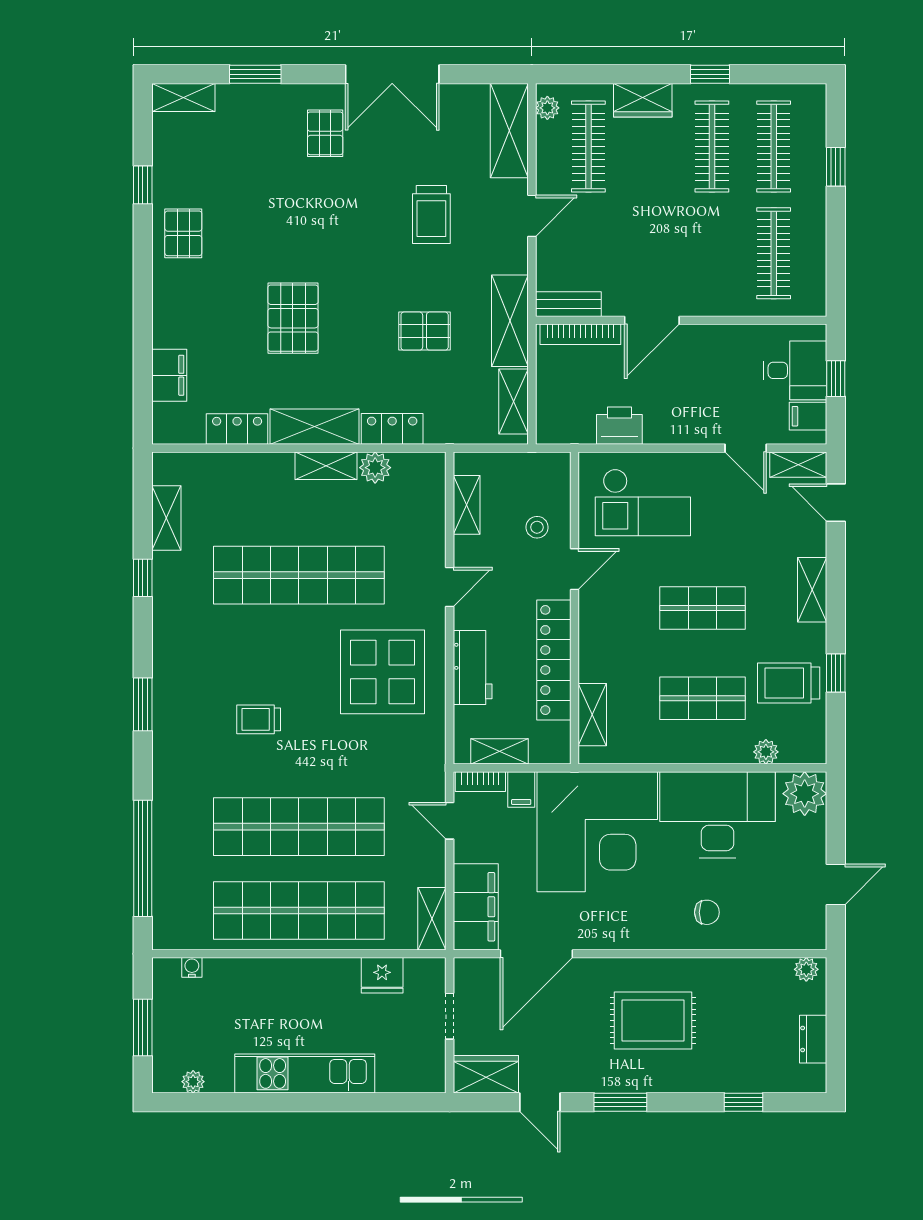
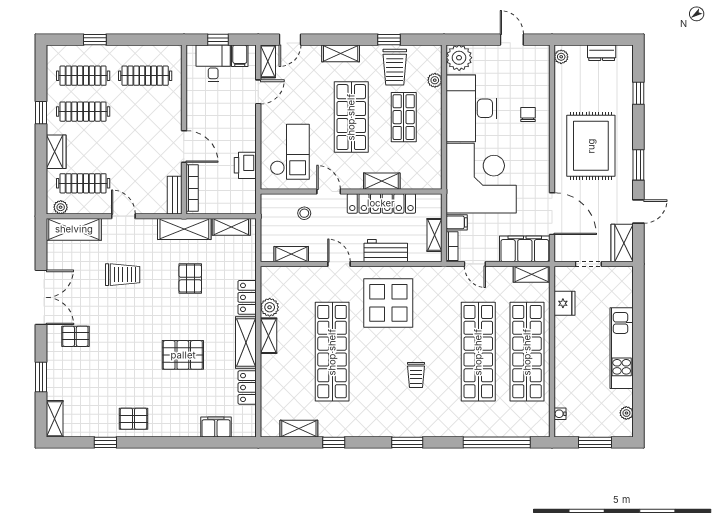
shop shelf: (702, 608) -> (351, 117), width x1.43, depth x1.36
shelving: (592, 715) -> (382, 181), moved
door: (450, 821) -> (475, 264), hinge flipped
rug: (653, 1021) -> (591, 146), width x1.37, depth x1.44

